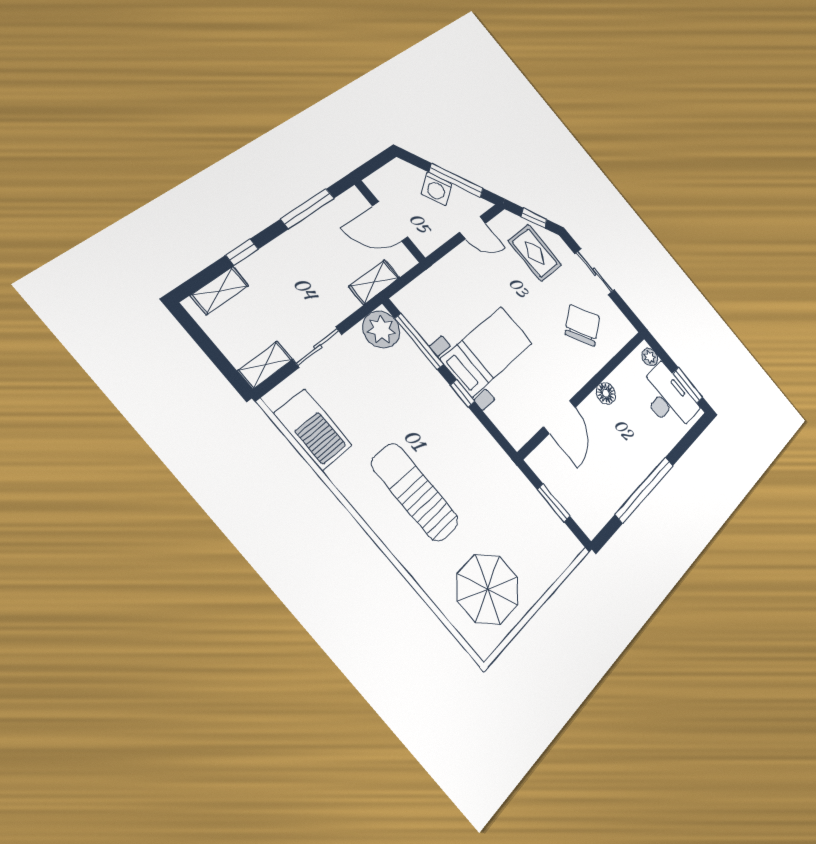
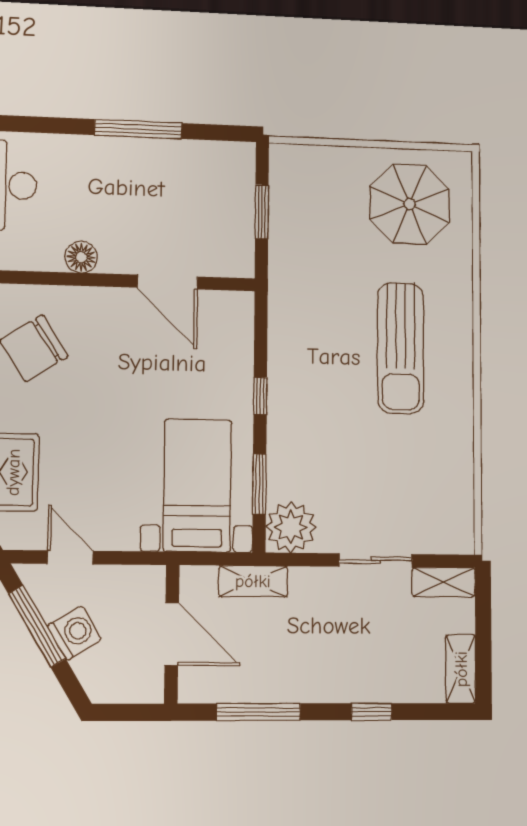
shelving: (220, 290) -> (461, 669), moved, turned 90
window: (419, 341) -> (259, 484), width x0.69
bed with nightstands: (487, 351) -> (197, 485), moved, turned 90
door: (560, 417) -> (168, 282), swing flipped
barbecue: (313, 430) -> (449, 486), removed
window: (644, 490) -> (138, 129), width x0.68

